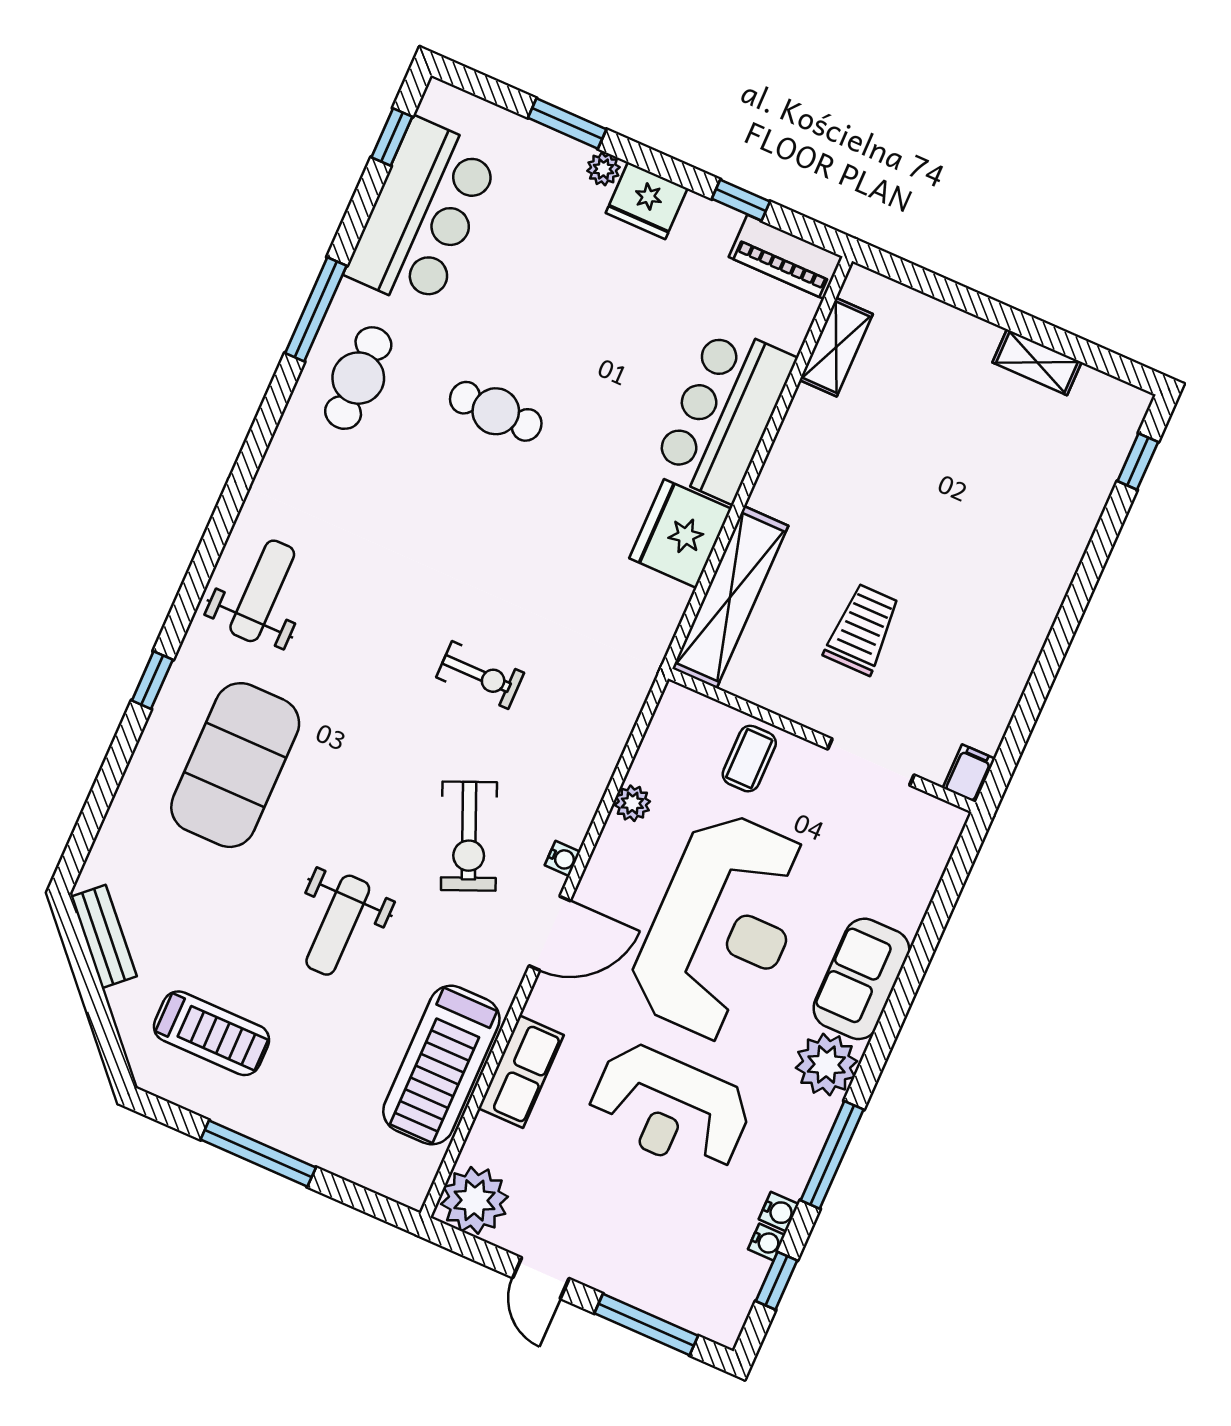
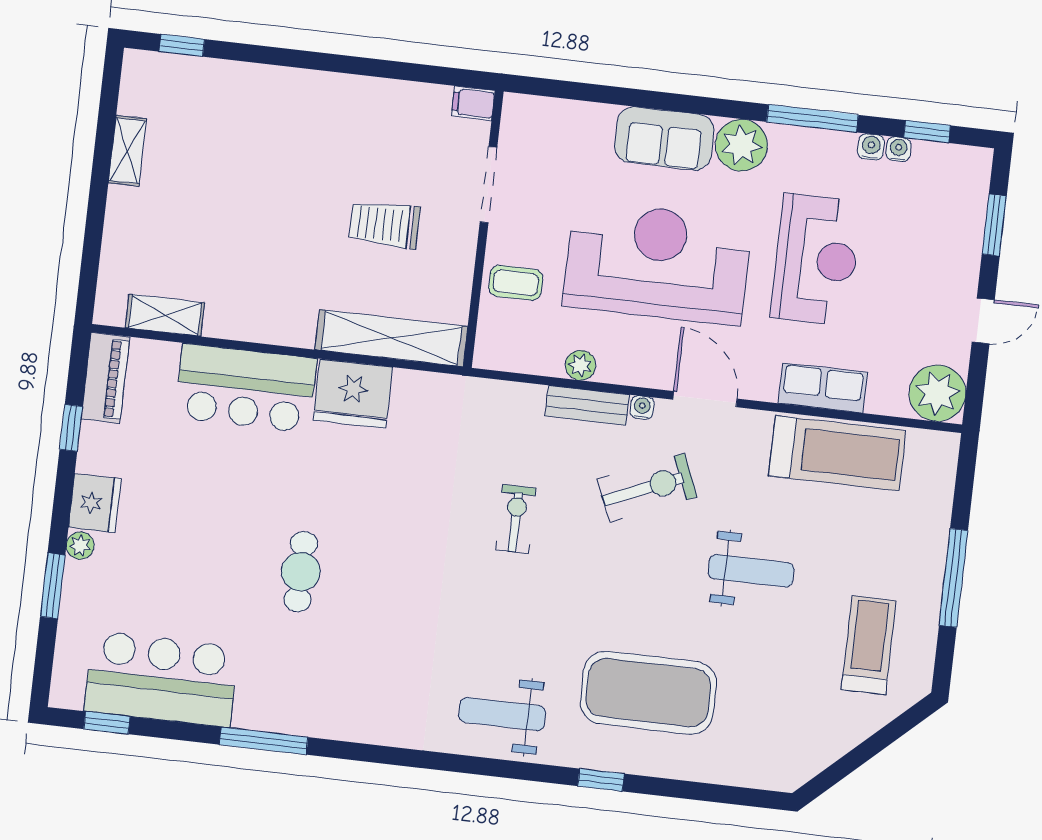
cafe table: (358, 378) -> (308, 690), removed
bench: (104, 936) -> (587, 405), moved, turned 42
window: (646, 1325) -> (994, 225), width x0.69

